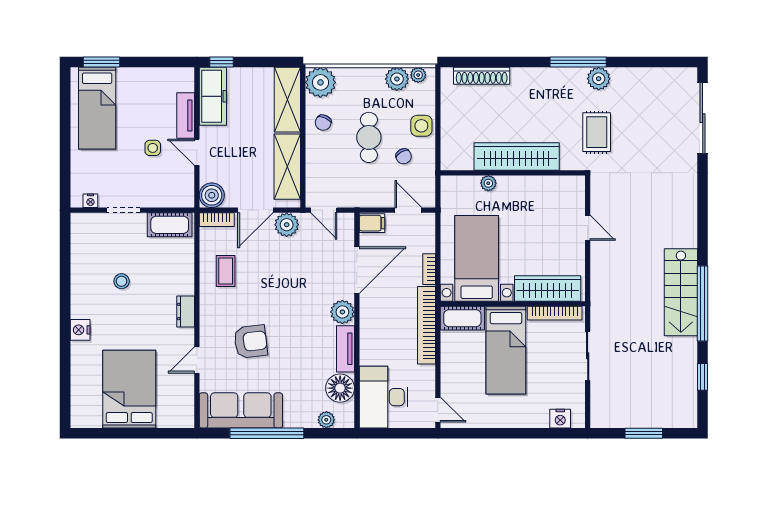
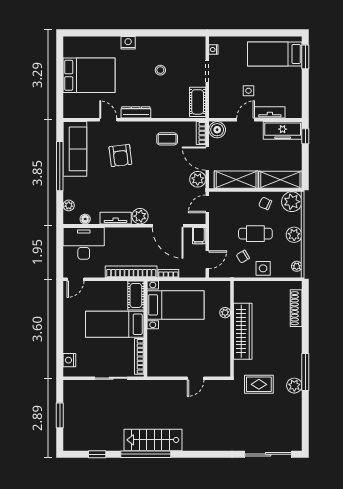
plant: (397, 79) -> (294, 235), moved
wardrobe: (548, 288) -> (156, 352), removed
dresser: (186, 311) -> (136, 112), width x1.44
floor lamp: (340, 388) -> (85, 219), width x0.53, depth x0.53

